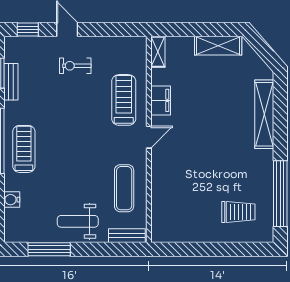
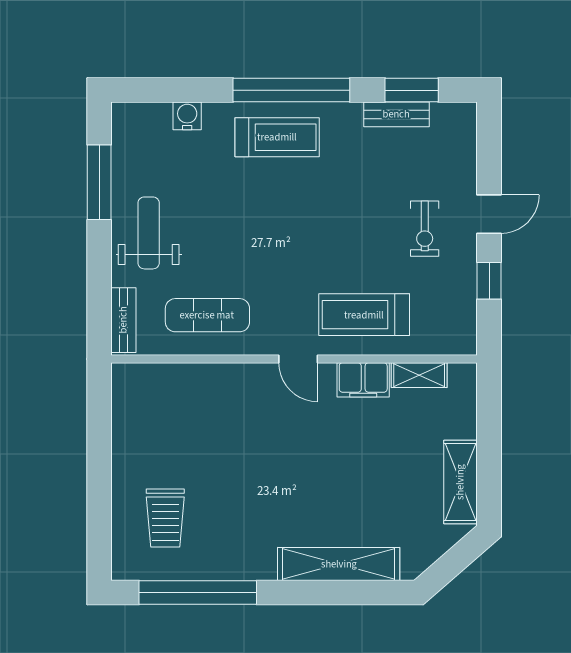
window: (28, 30) -> (489, 281), moved
shelving: (158, 52) -> (419, 375), moved
exercise bike: (75, 66) -> (425, 229), turned 180
treadmill: (124, 100) -> (364, 315), turned 180

